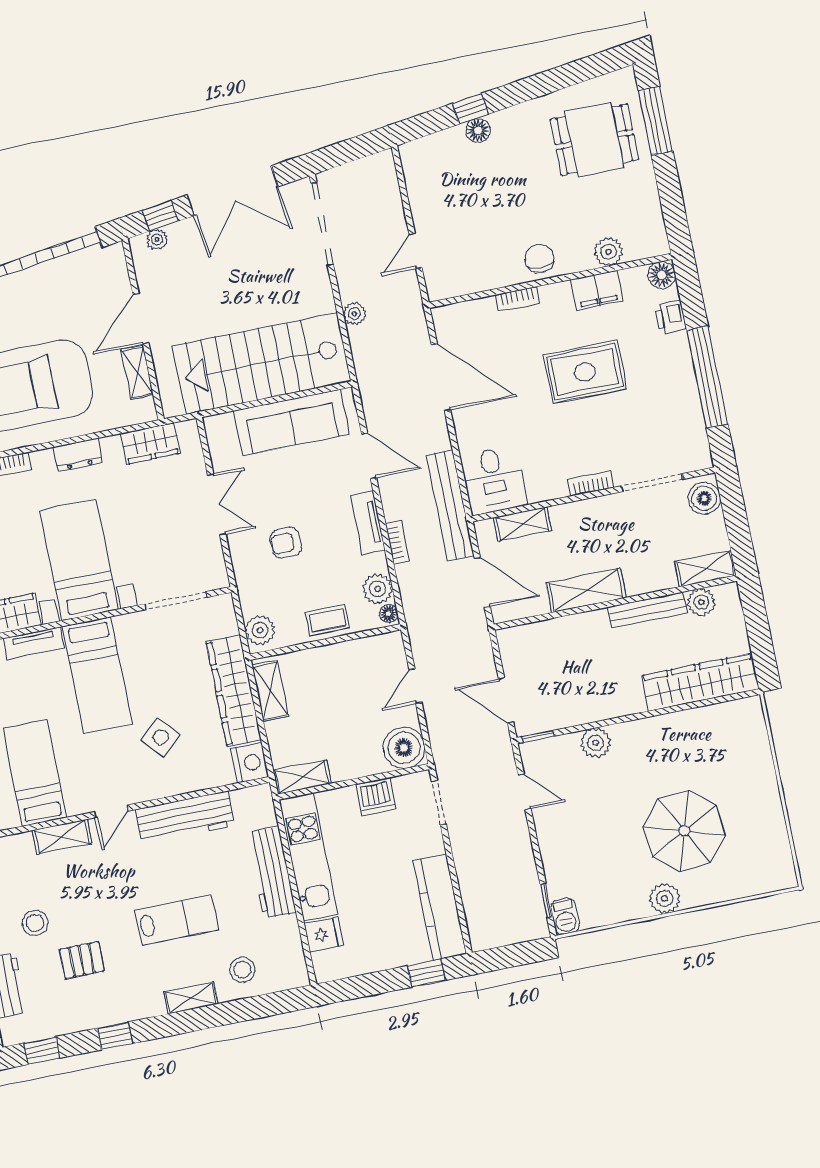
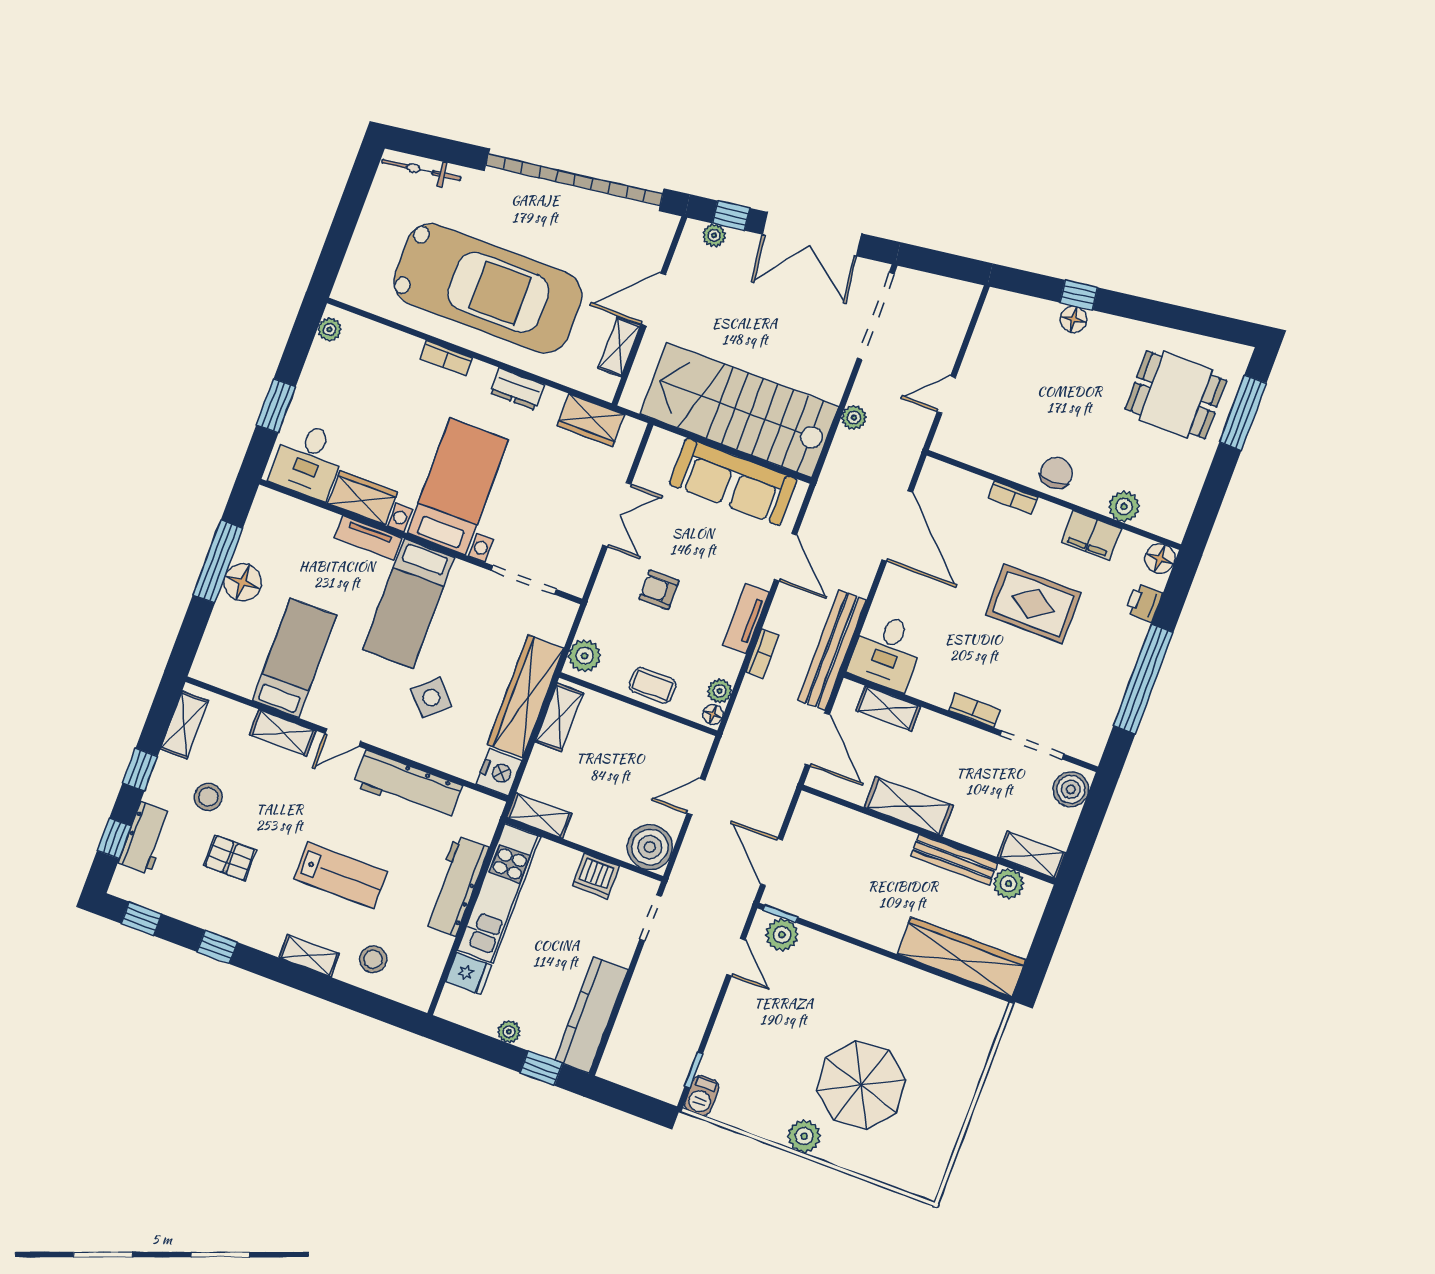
plant: (378, 589) -> (720, 691), width x0.73, depth x0.73
plant: (596, 743) -> (782, 935), moved
plant: (384, 960) -> (509, 1032), added

